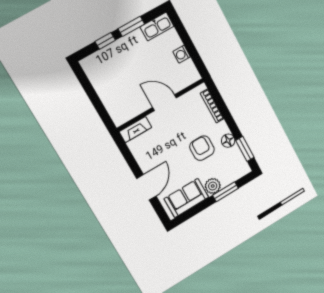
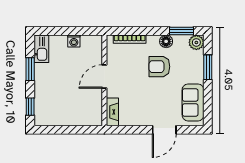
window: (105, 41) -> (30, 107), moved
plant: (213, 186) -> (196, 42), moved
door: (146, 187) -> (164, 130), swing flipped

